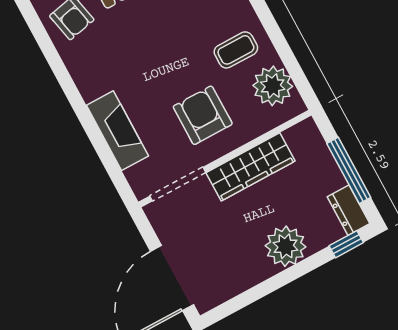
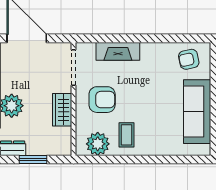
wardrobe: (251, 167) -> (62, 110), width x0.67
window: (349, 170) -> (33, 159), width x0.69

